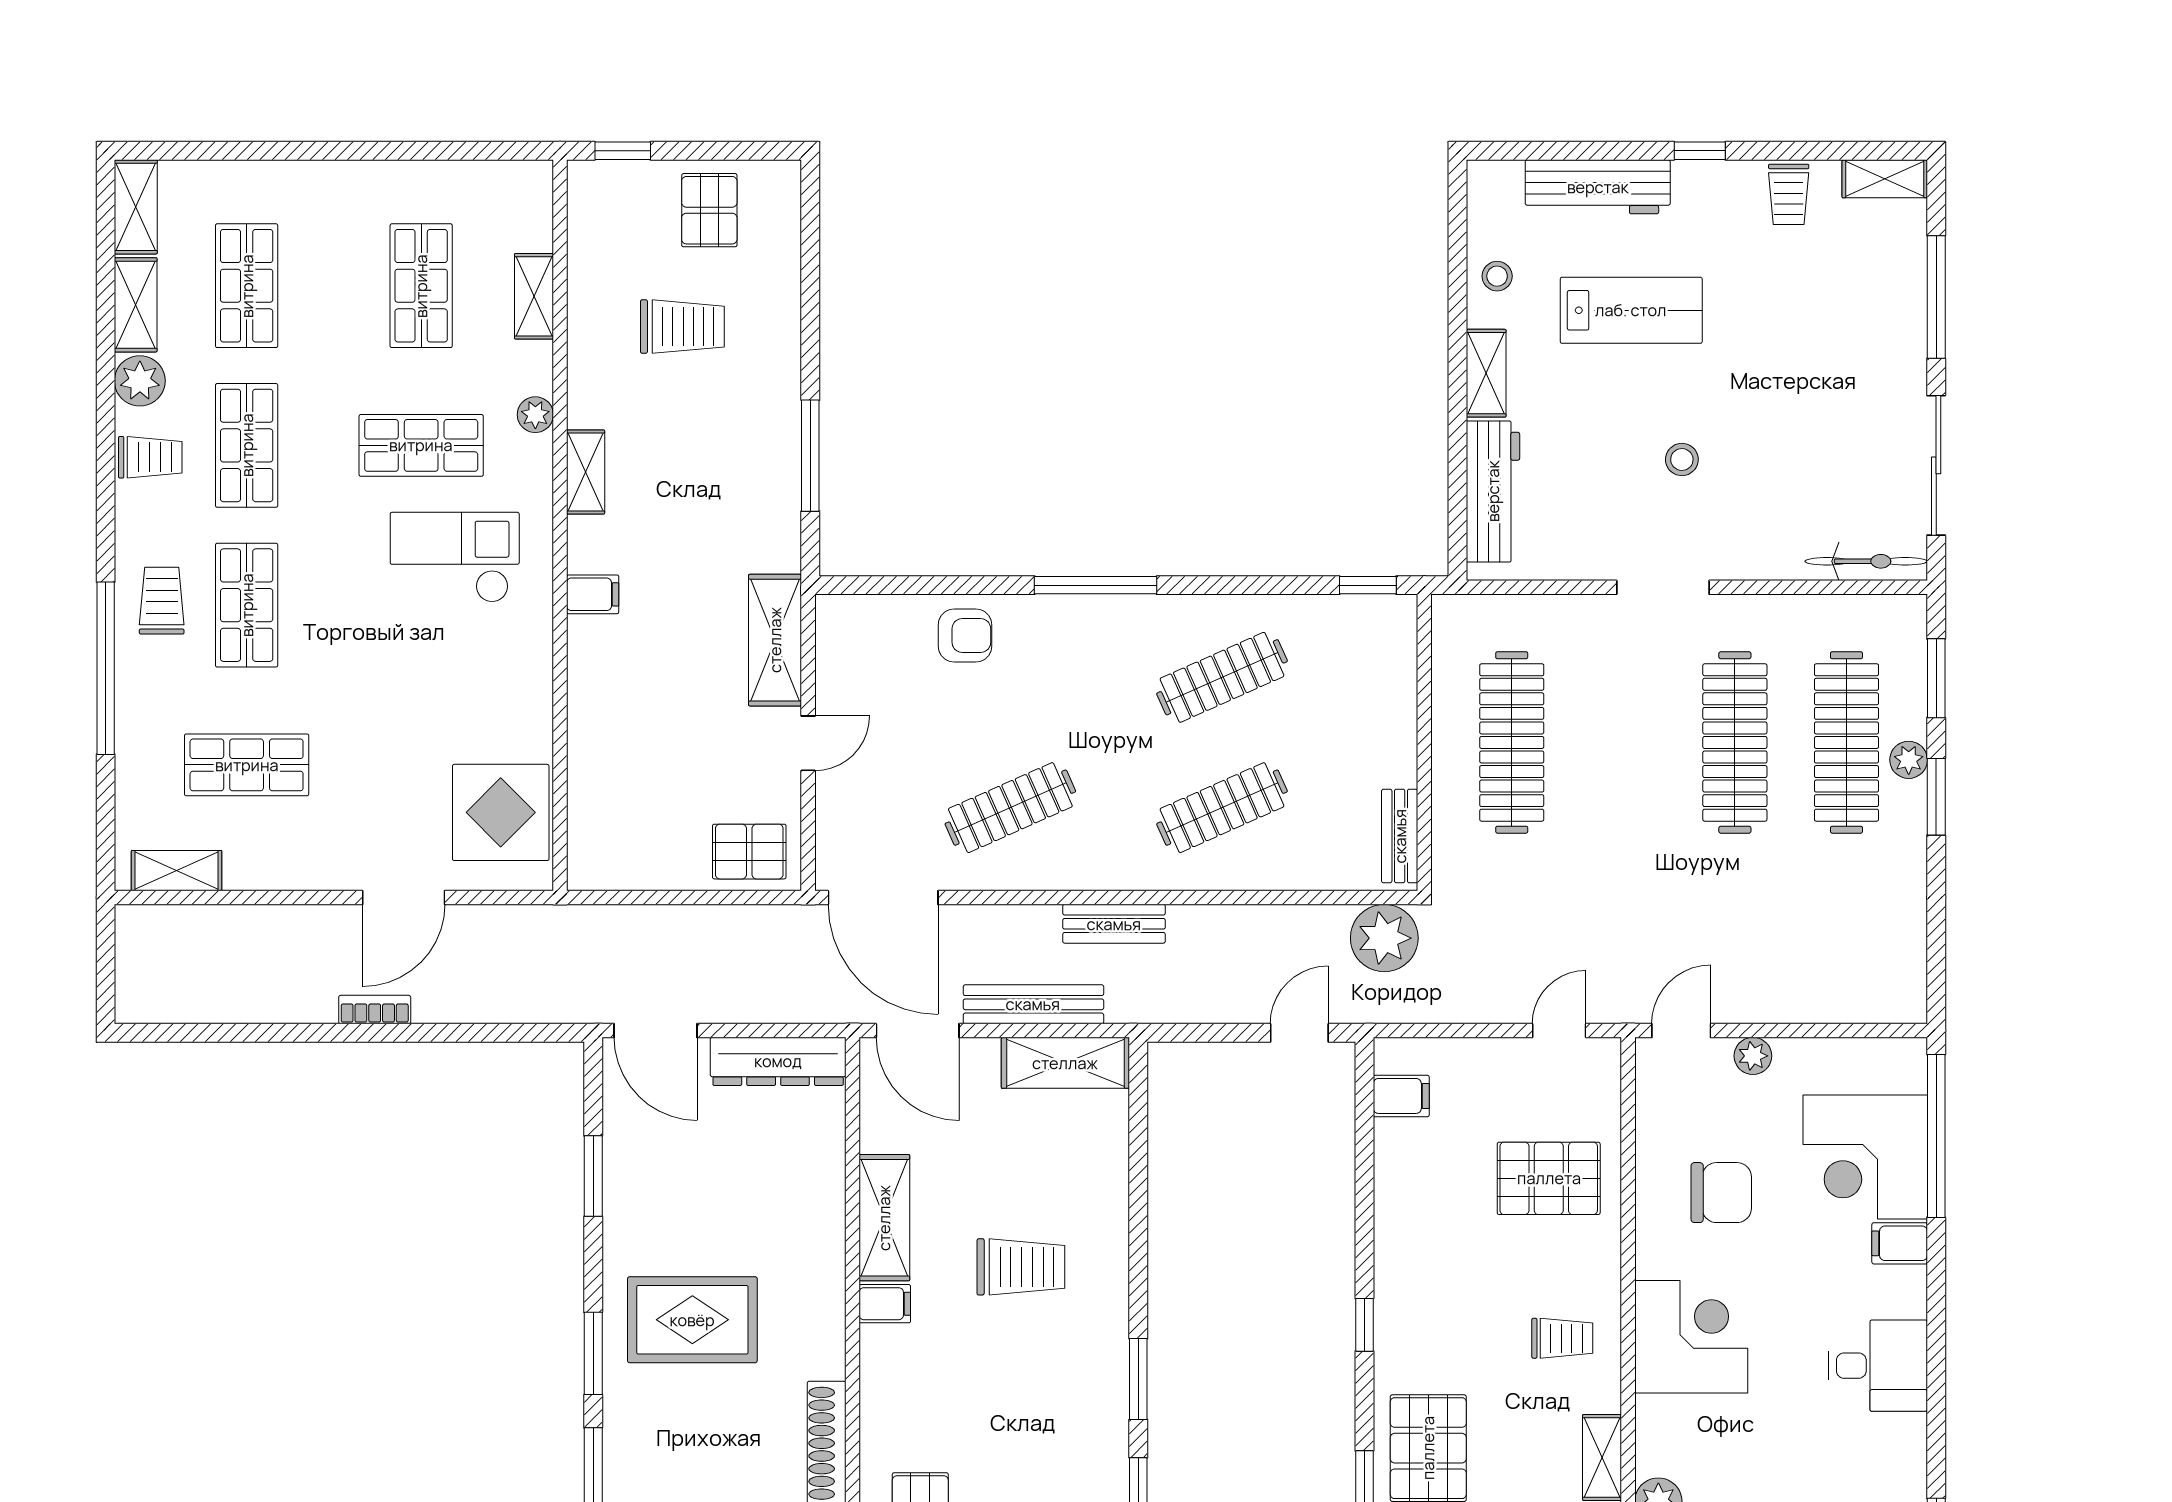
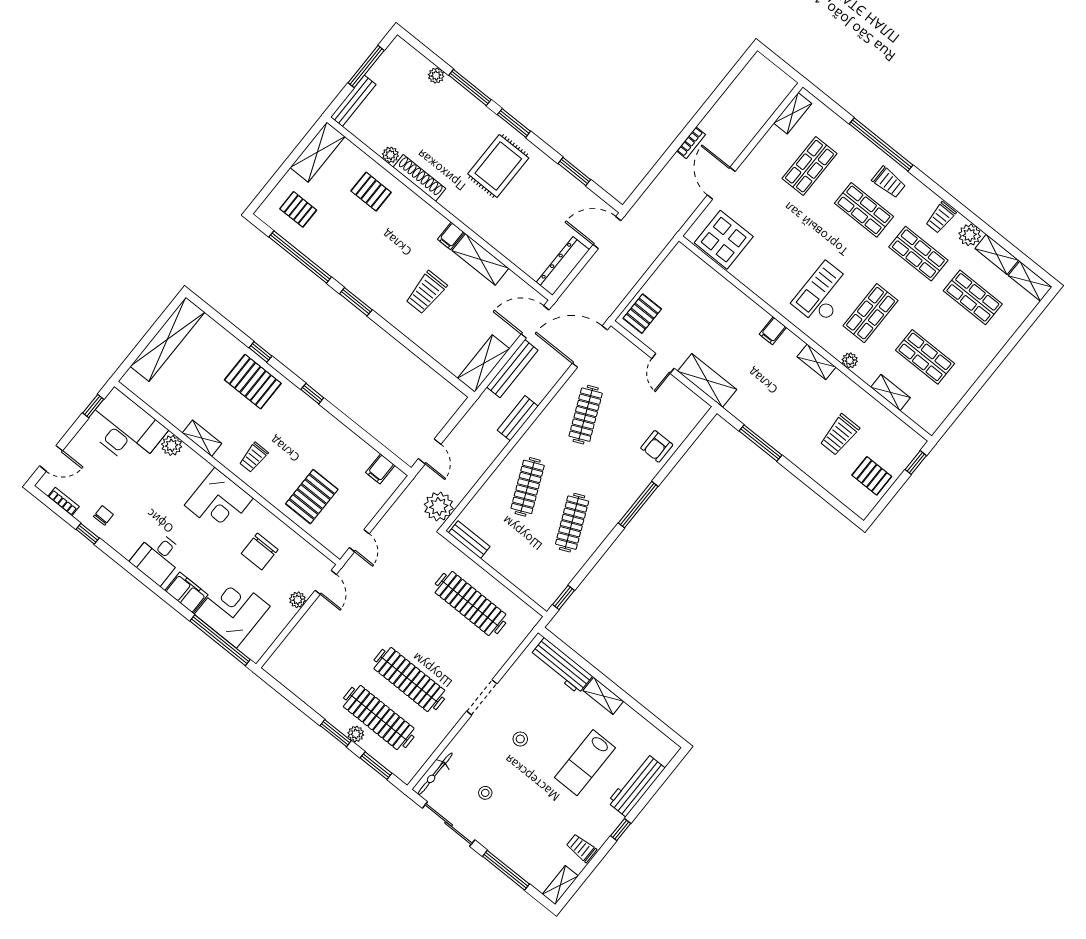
stool: (1497, 276) -> (485, 793), moved
checkout: (455, 557) -> (823, 294), turned 180
filing cabinet: (1900, 1243) -> (186, 593), width x2.00

